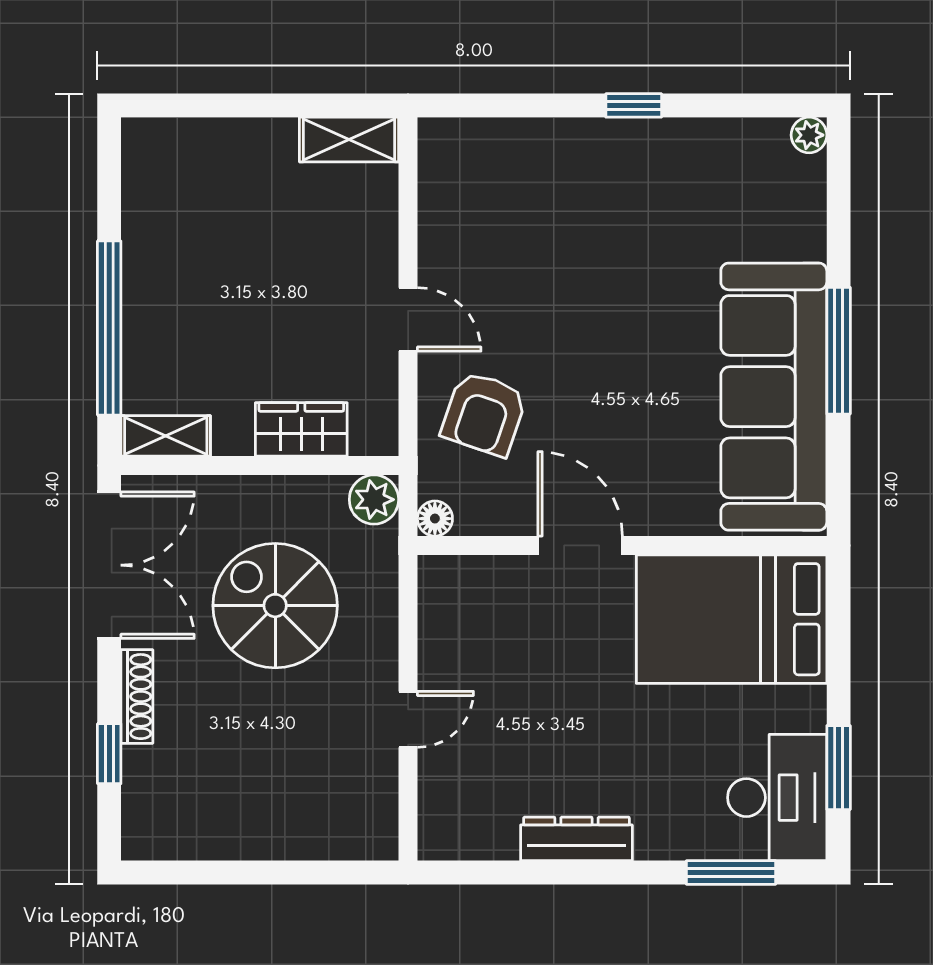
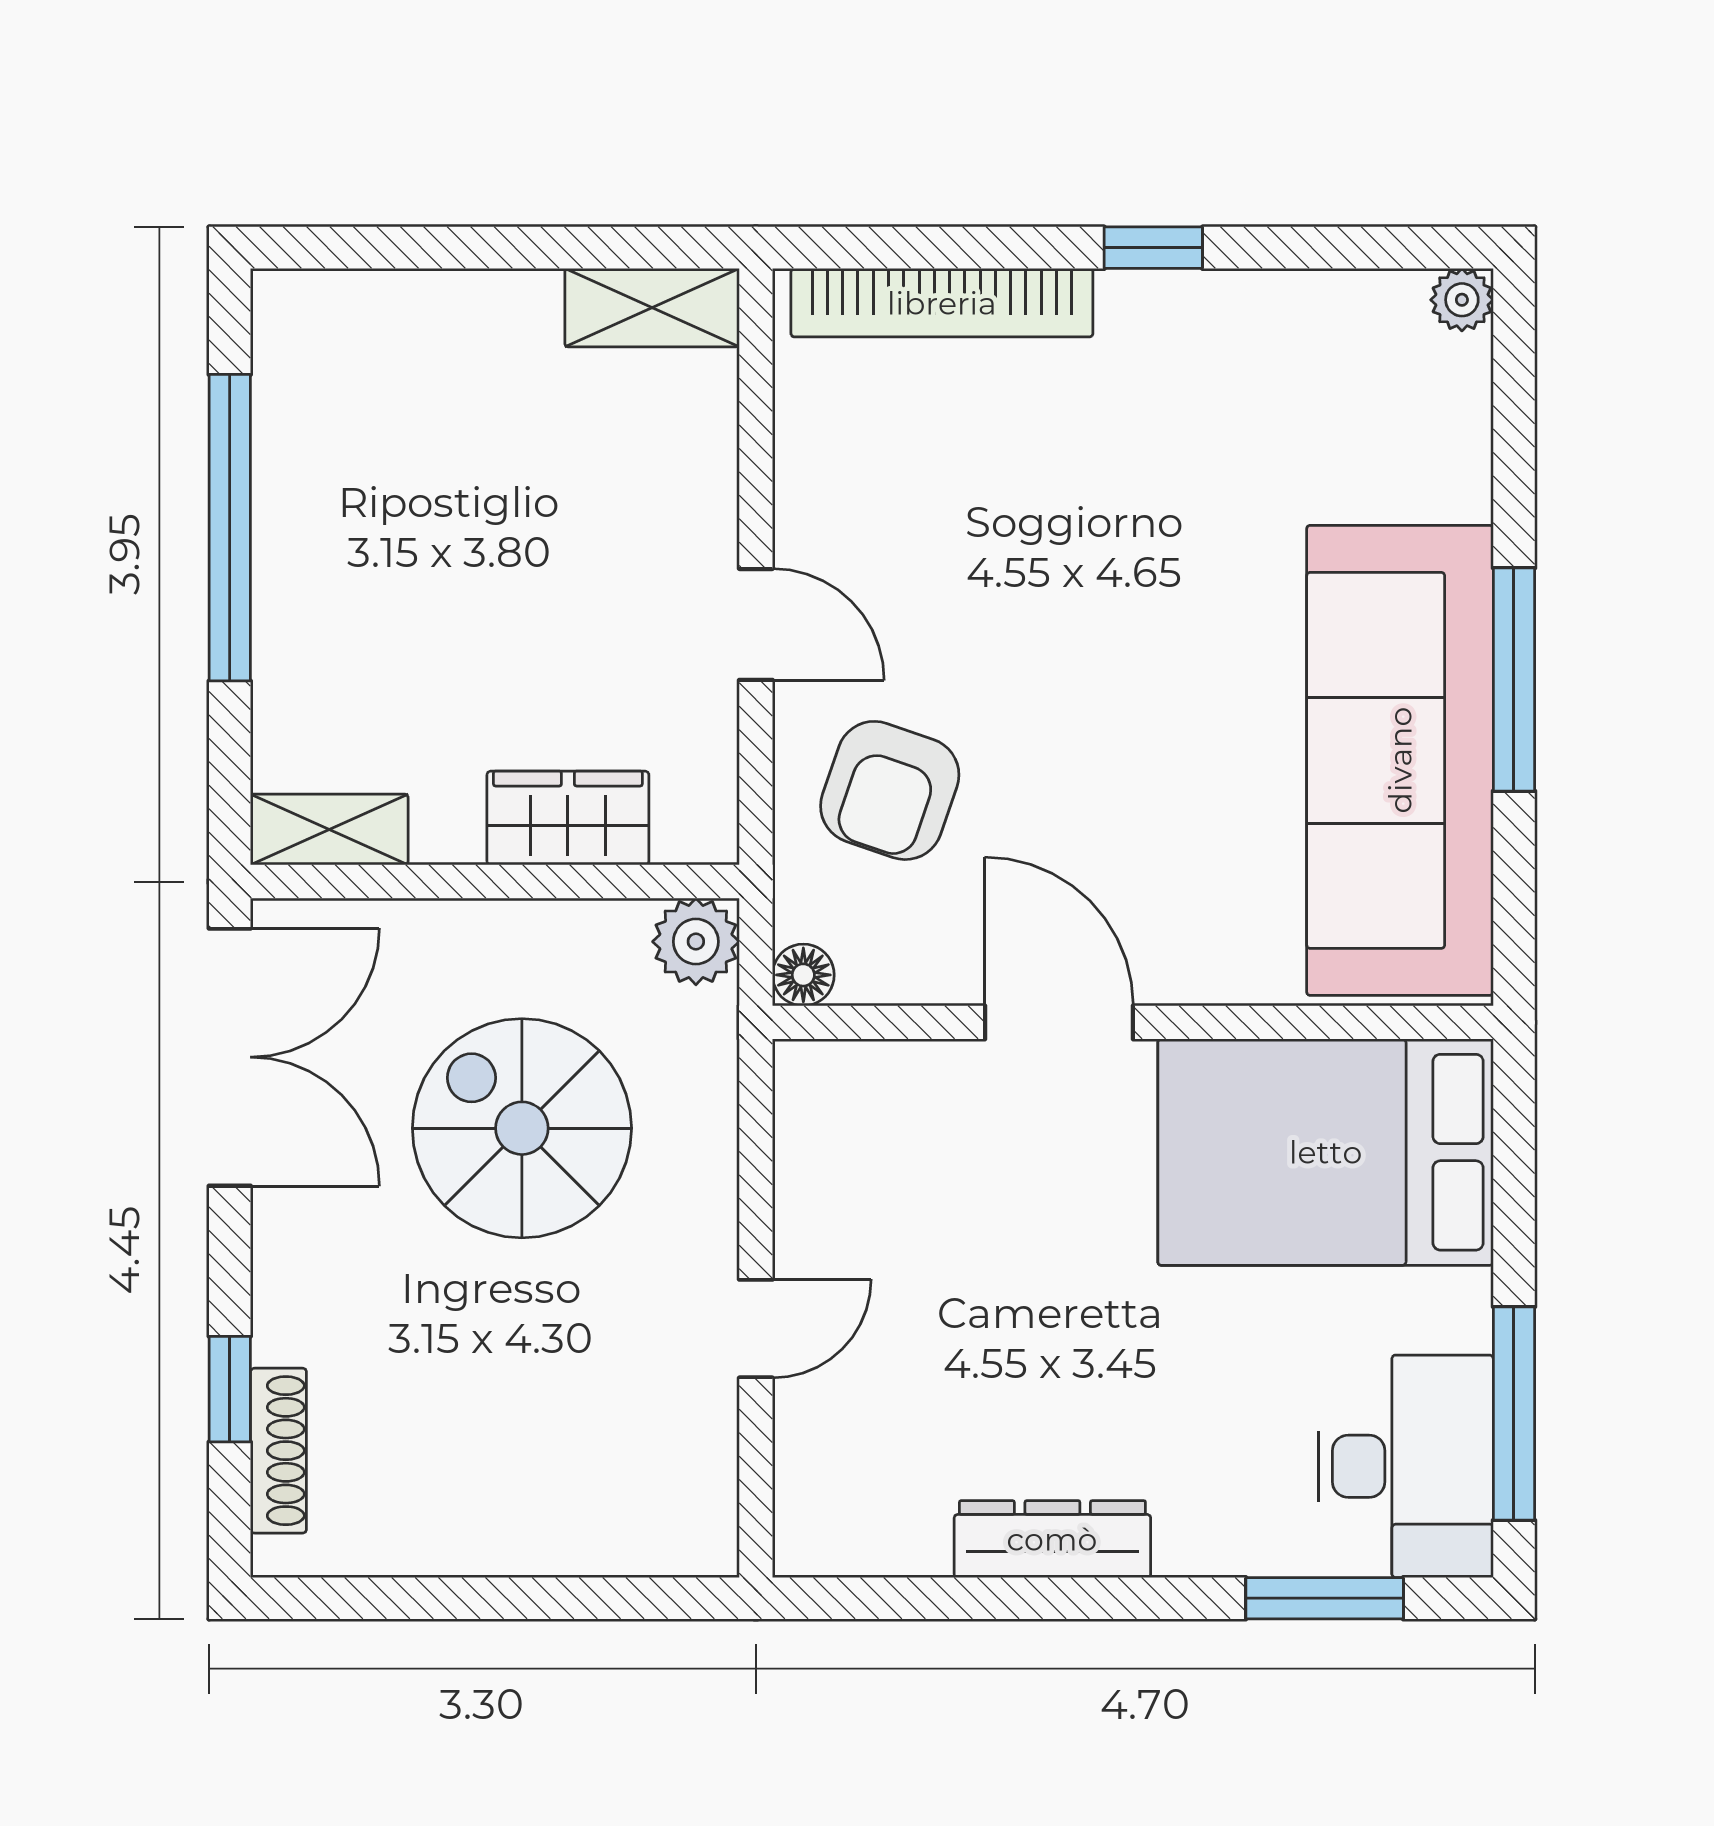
bookcase: (514, 137) -> (942, 303), added
window: (109, 328) -> (230, 528), moved
shoe rack: (137, 697) -> (278, 1451), moved
window: (839, 768) -> (1514, 1414), width x1.44

